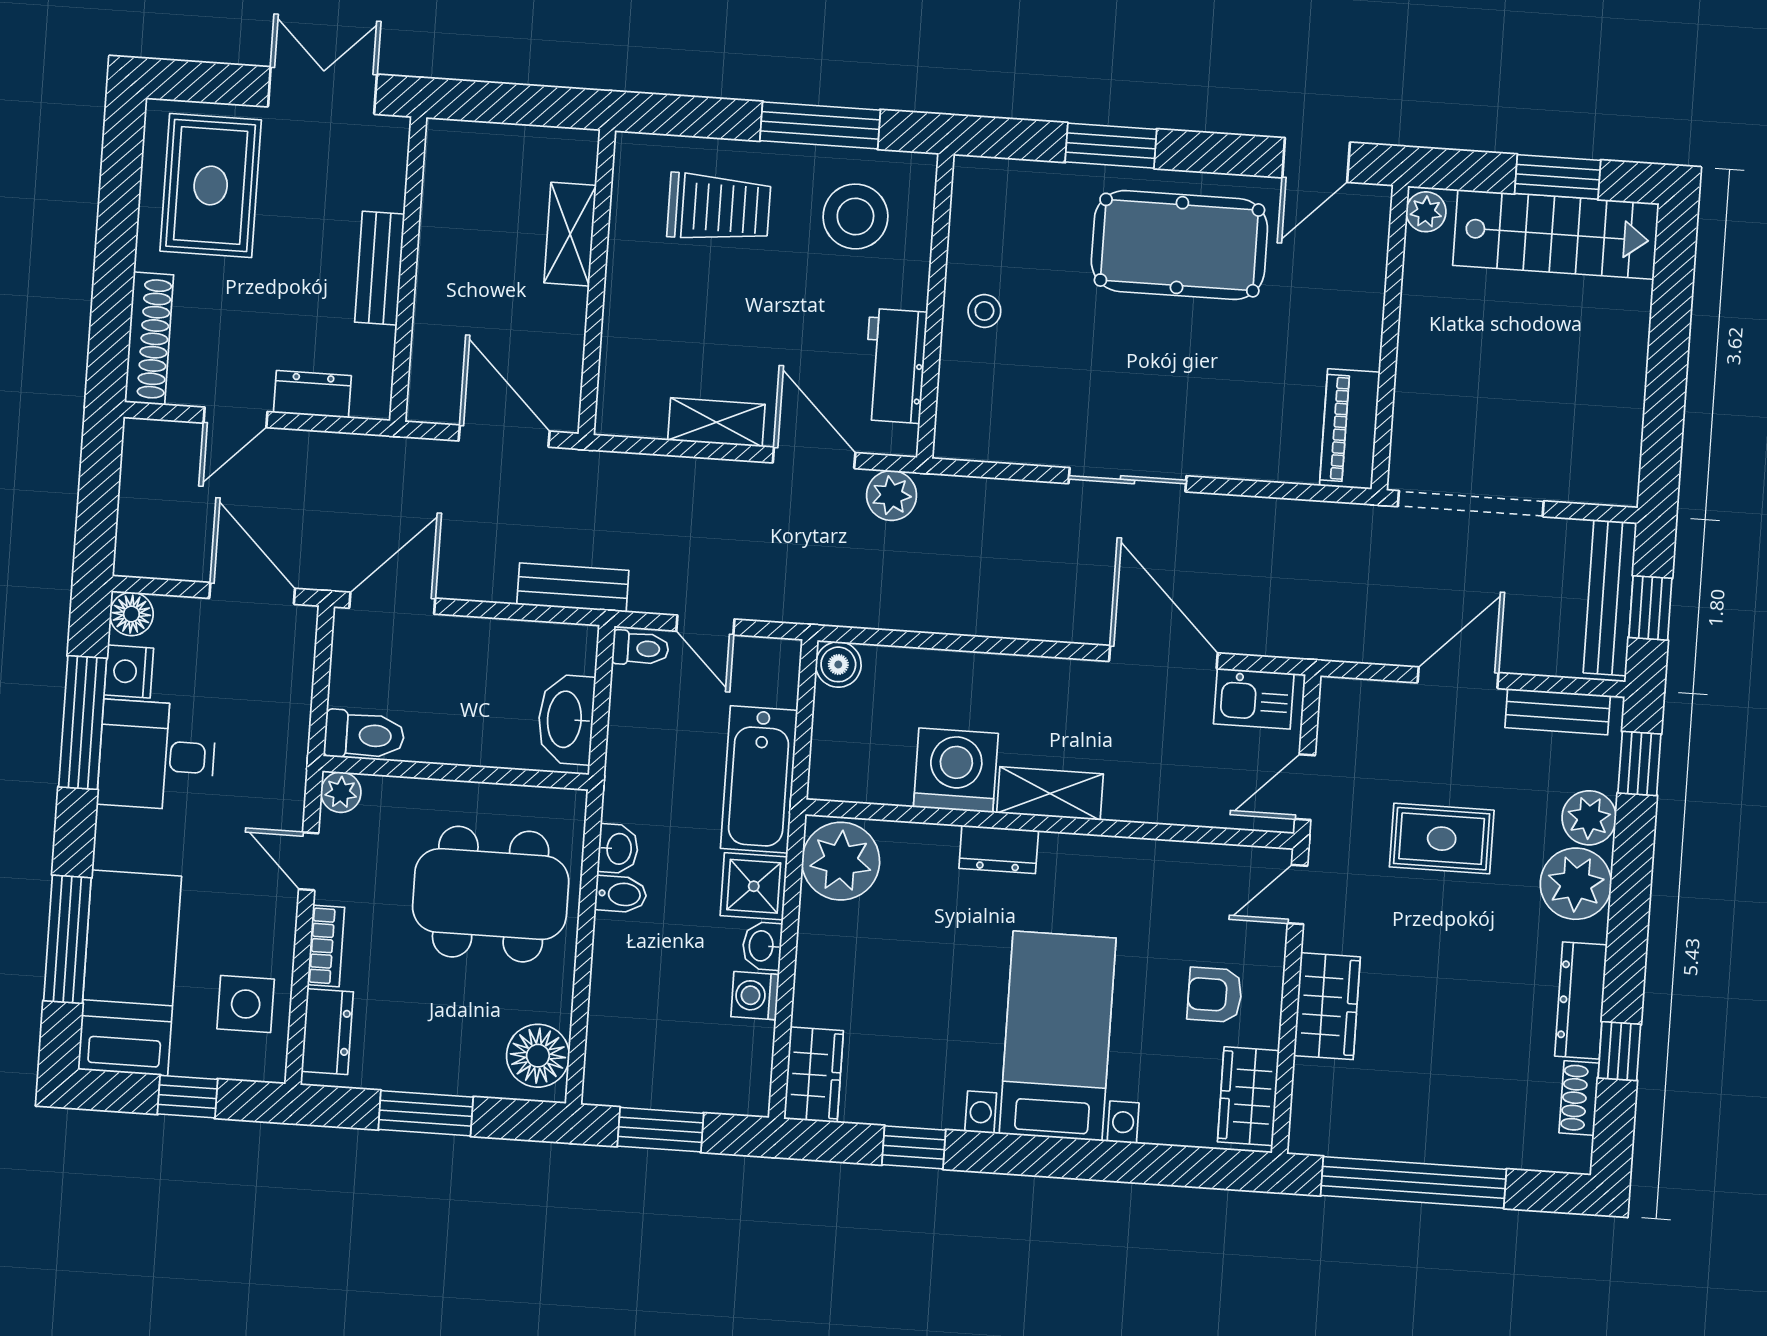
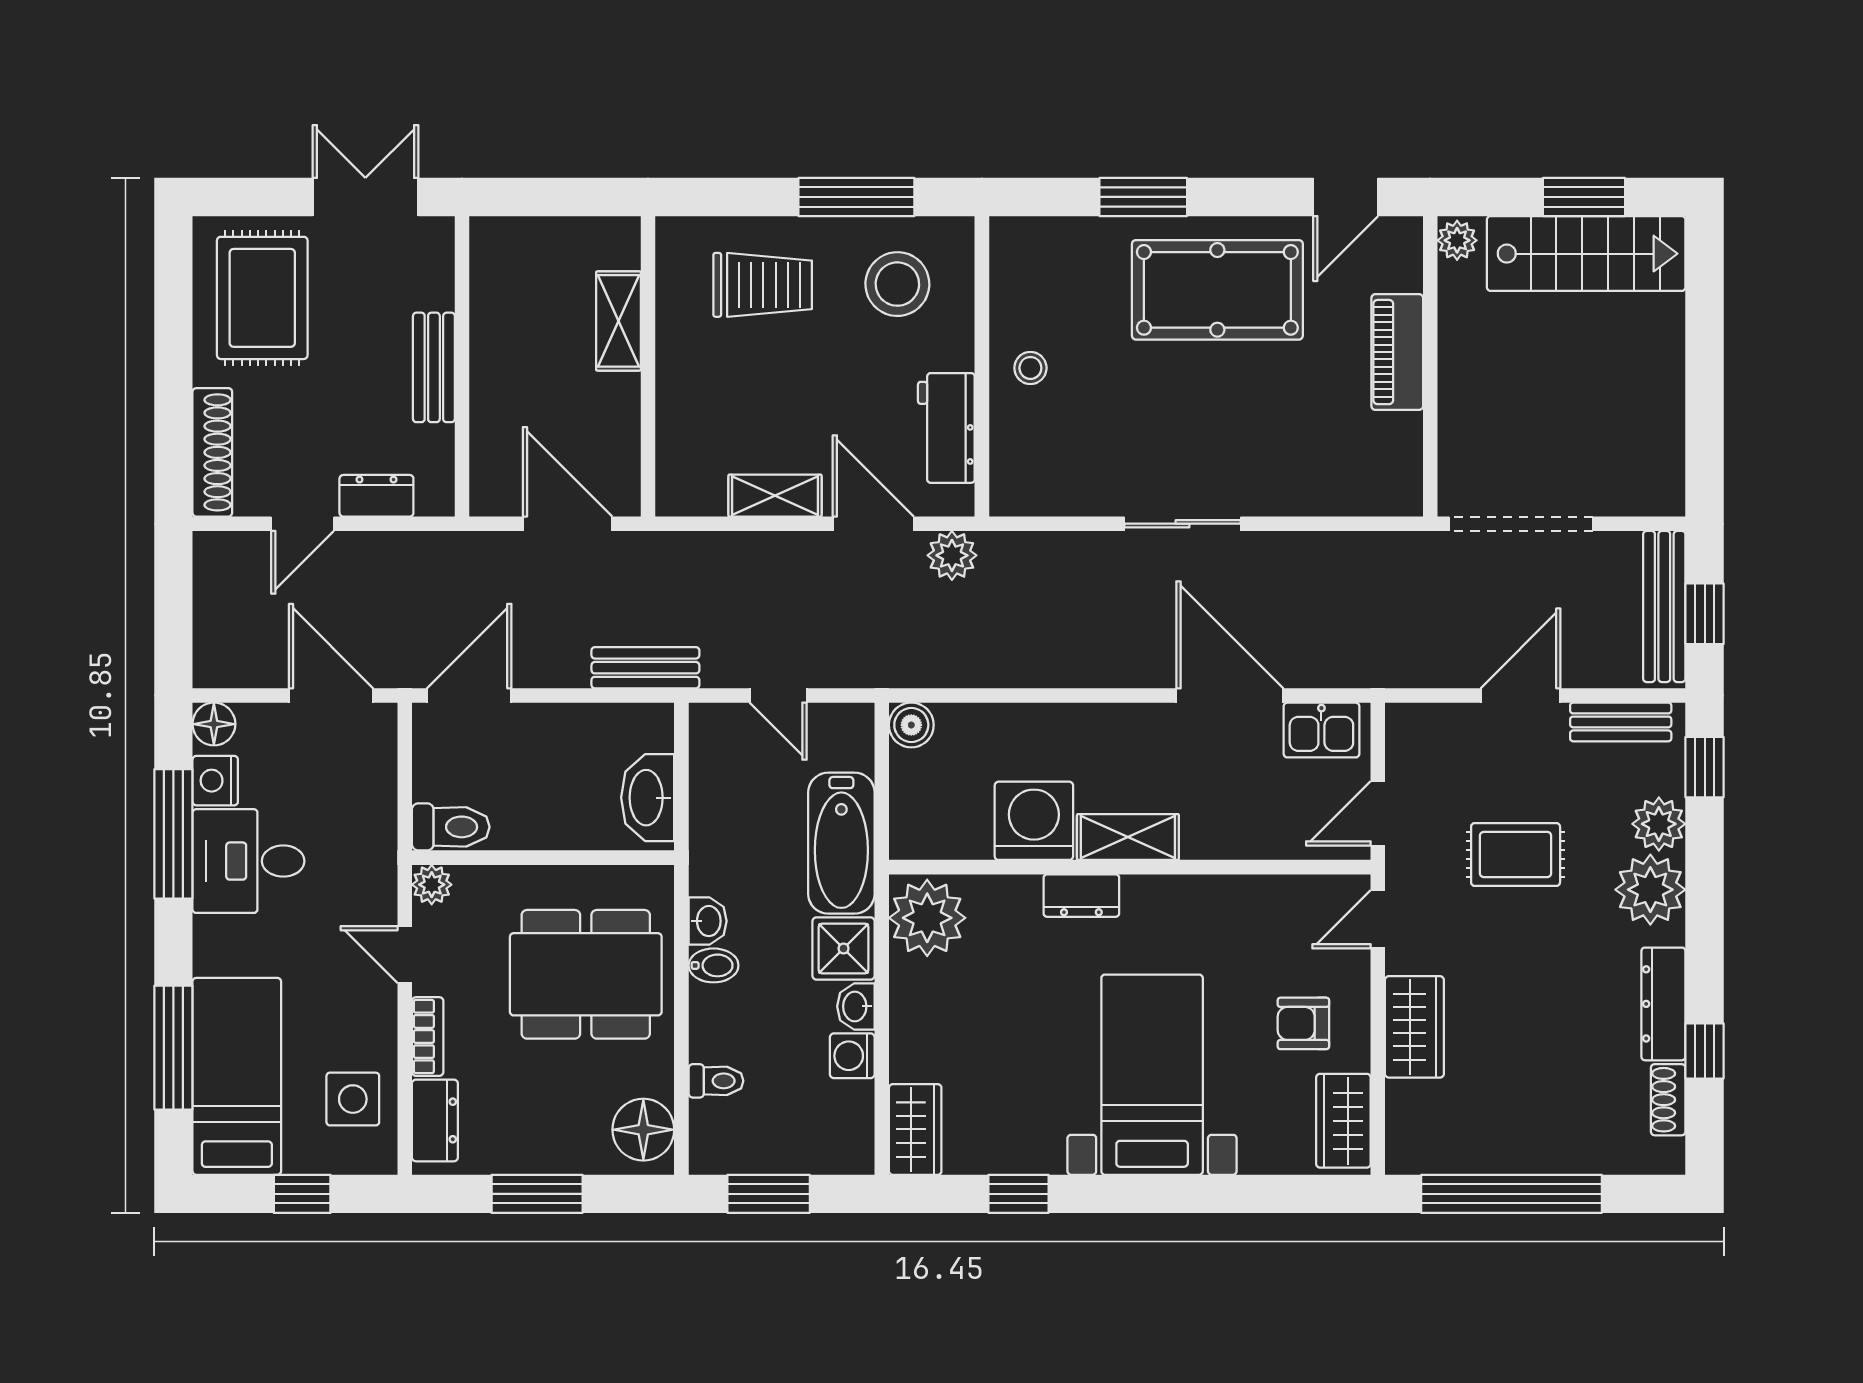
piano: (1350, 429) -> (1397, 352), moved
toilet: (640, 648) -> (716, 1081), moved

